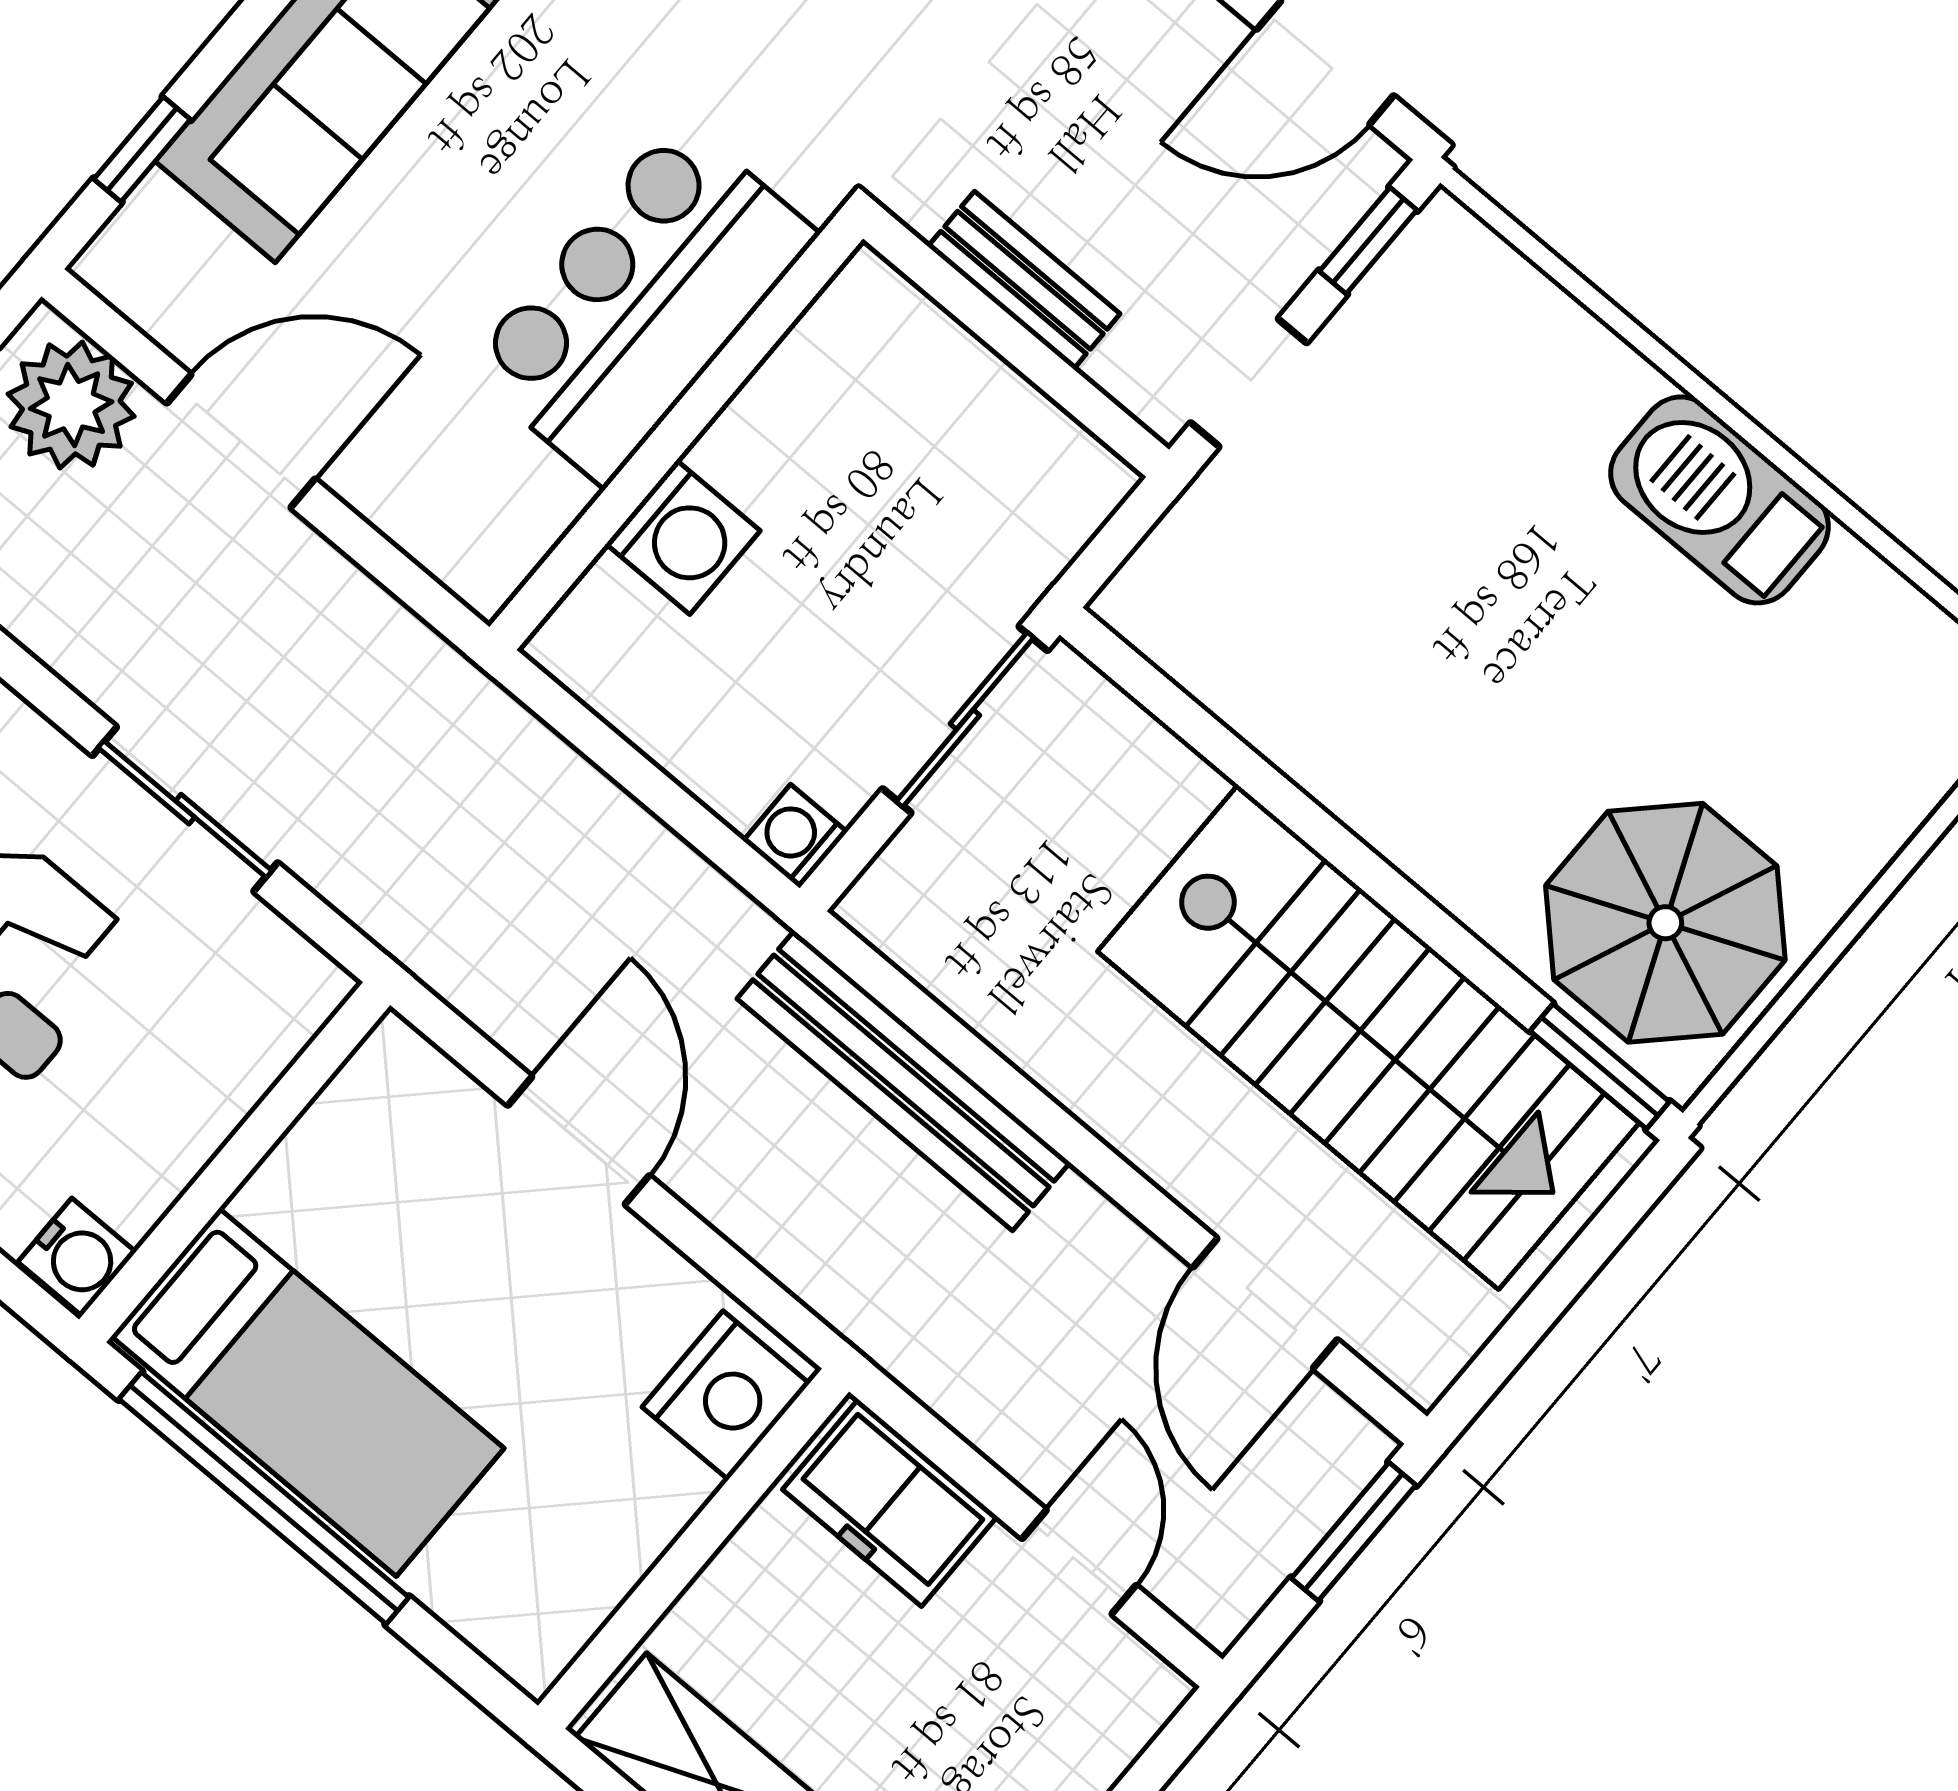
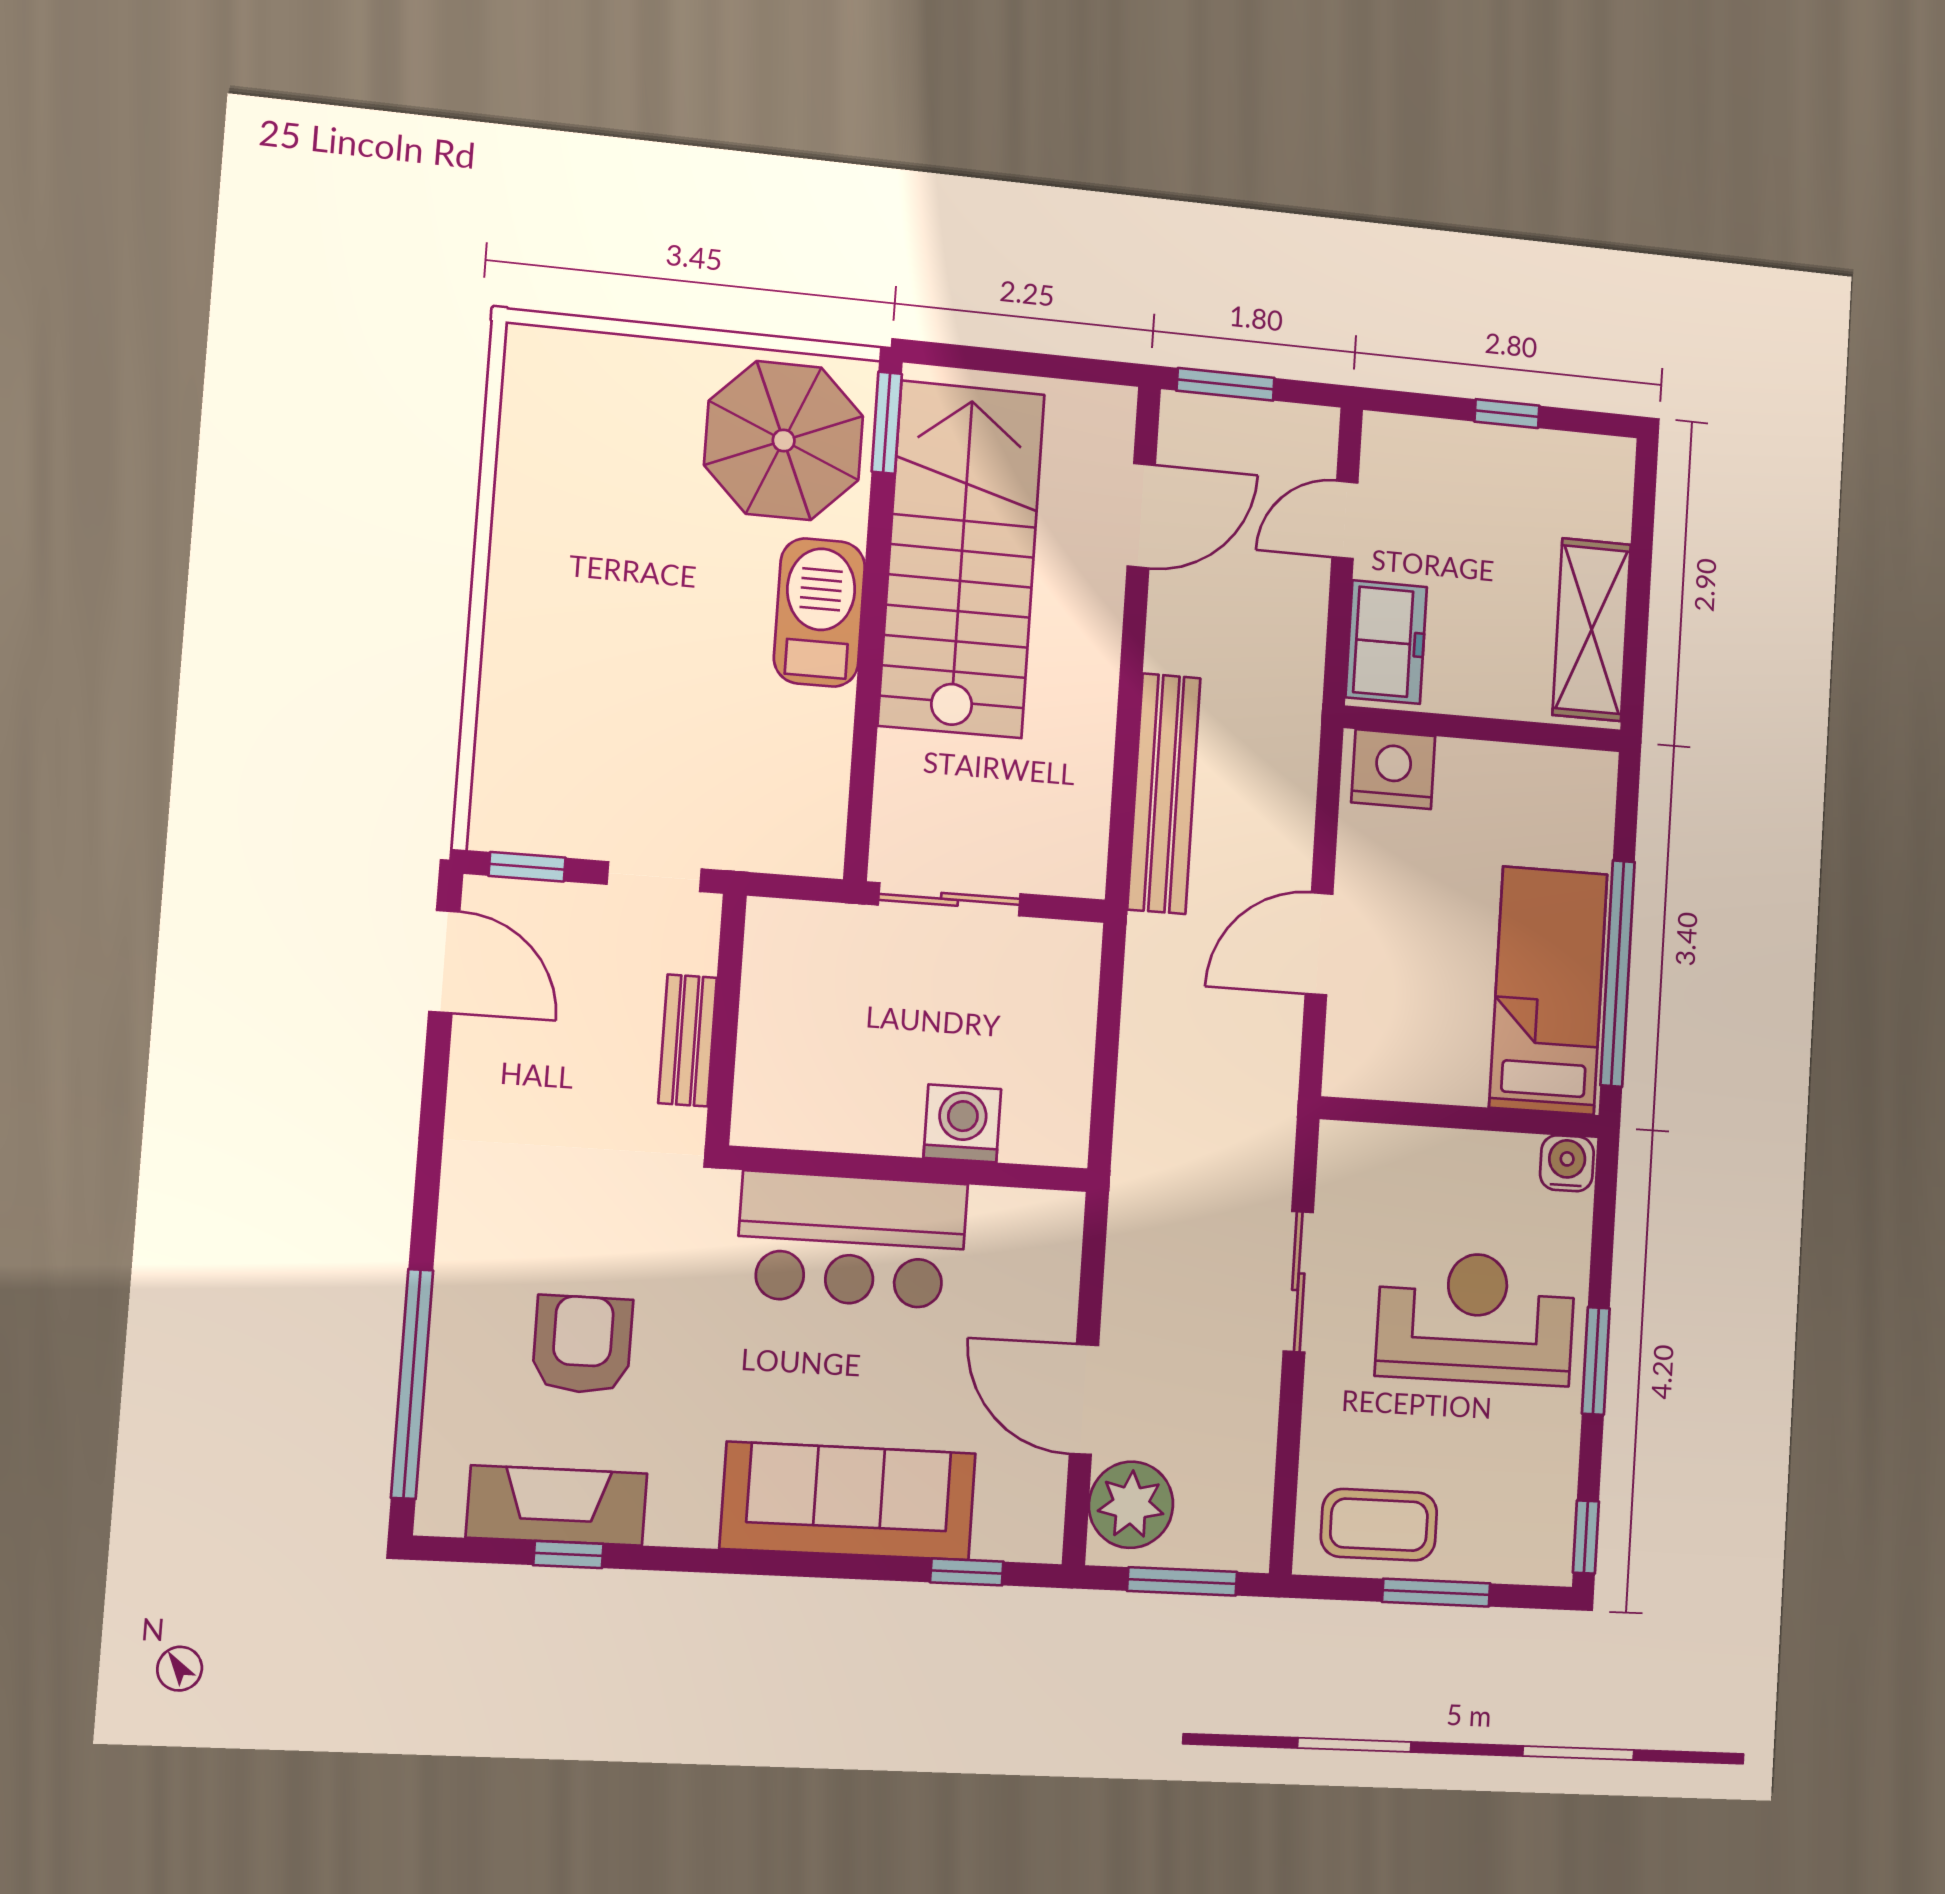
barbecue: (1719, 500) -> (819, 612), moved, turned 180
washing machine: (795, 836) -> (1078, 946), removed

